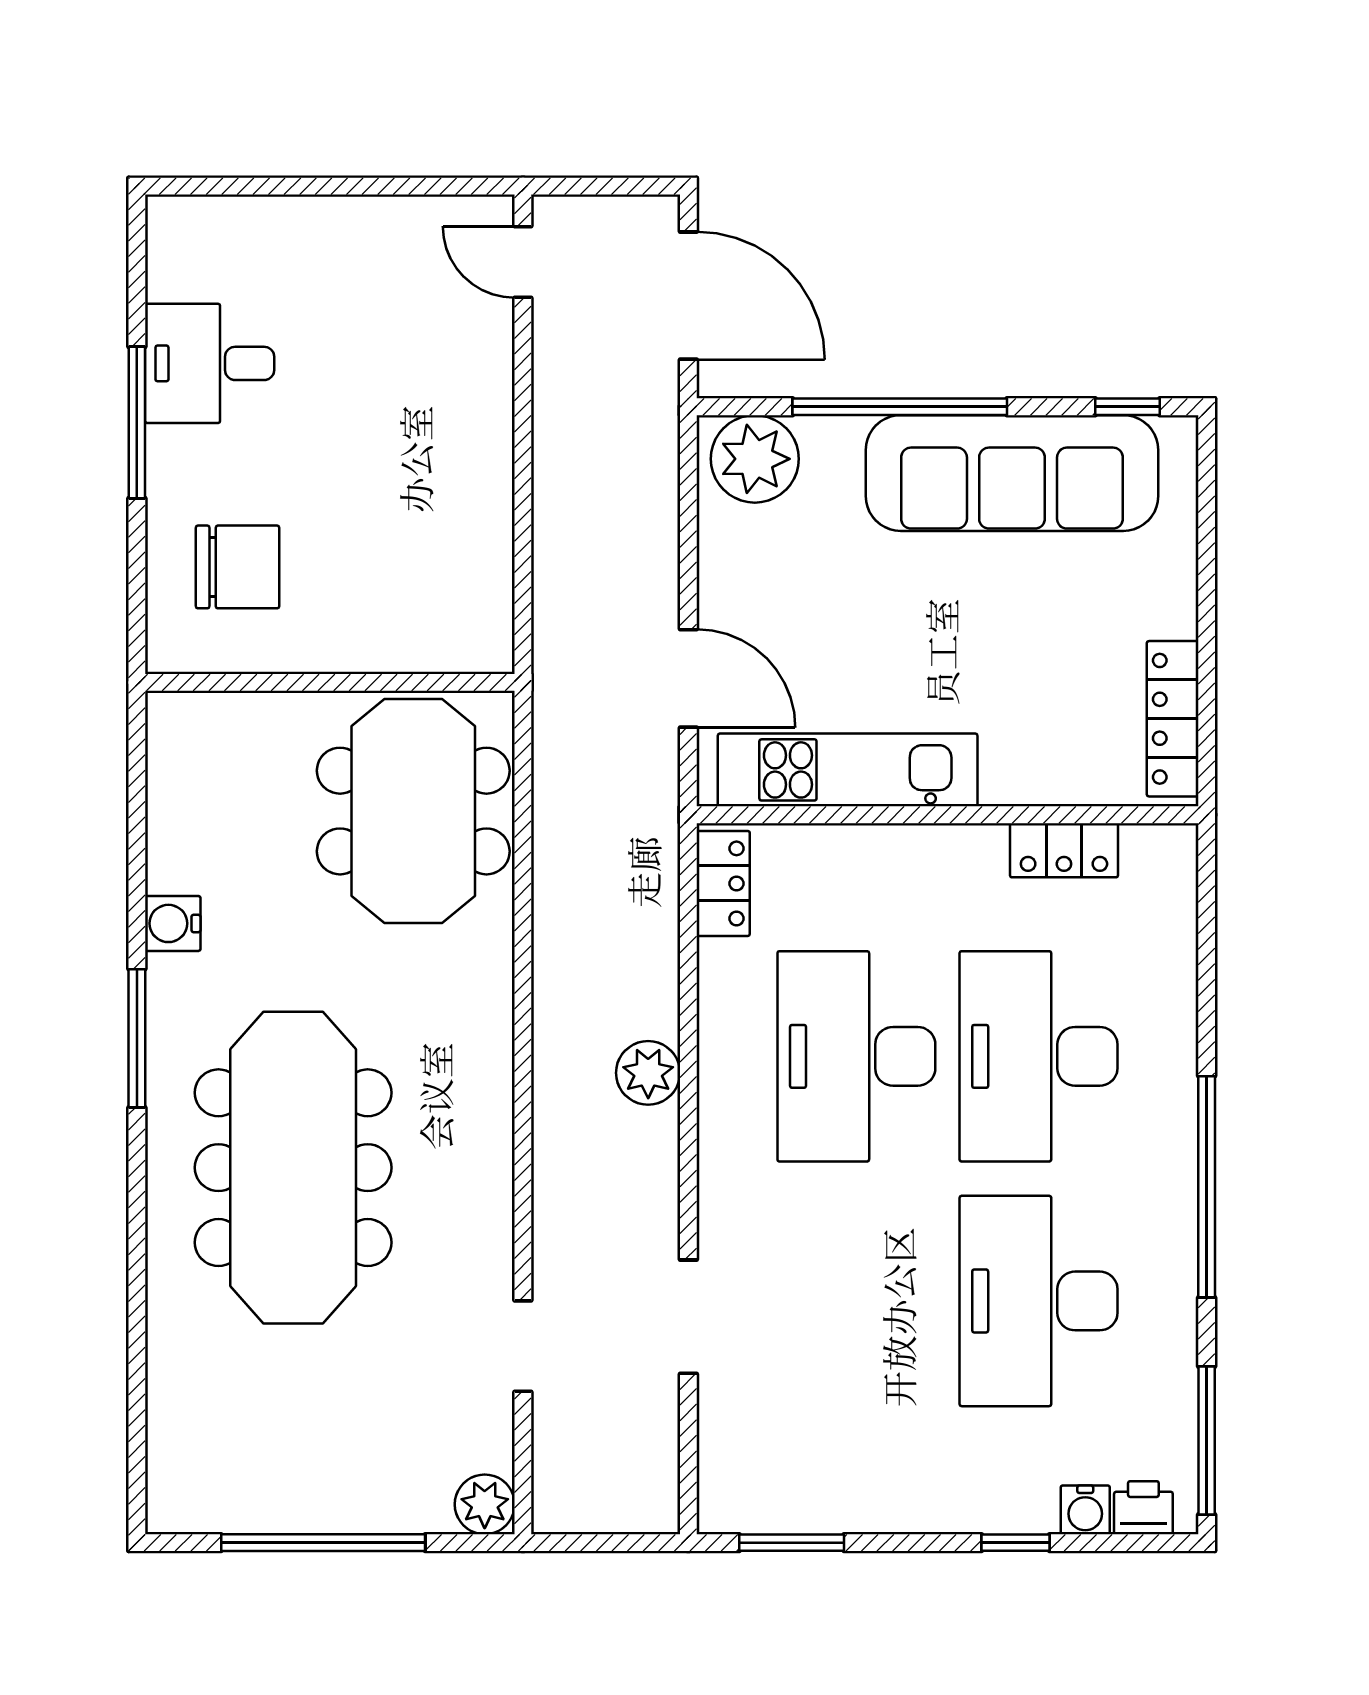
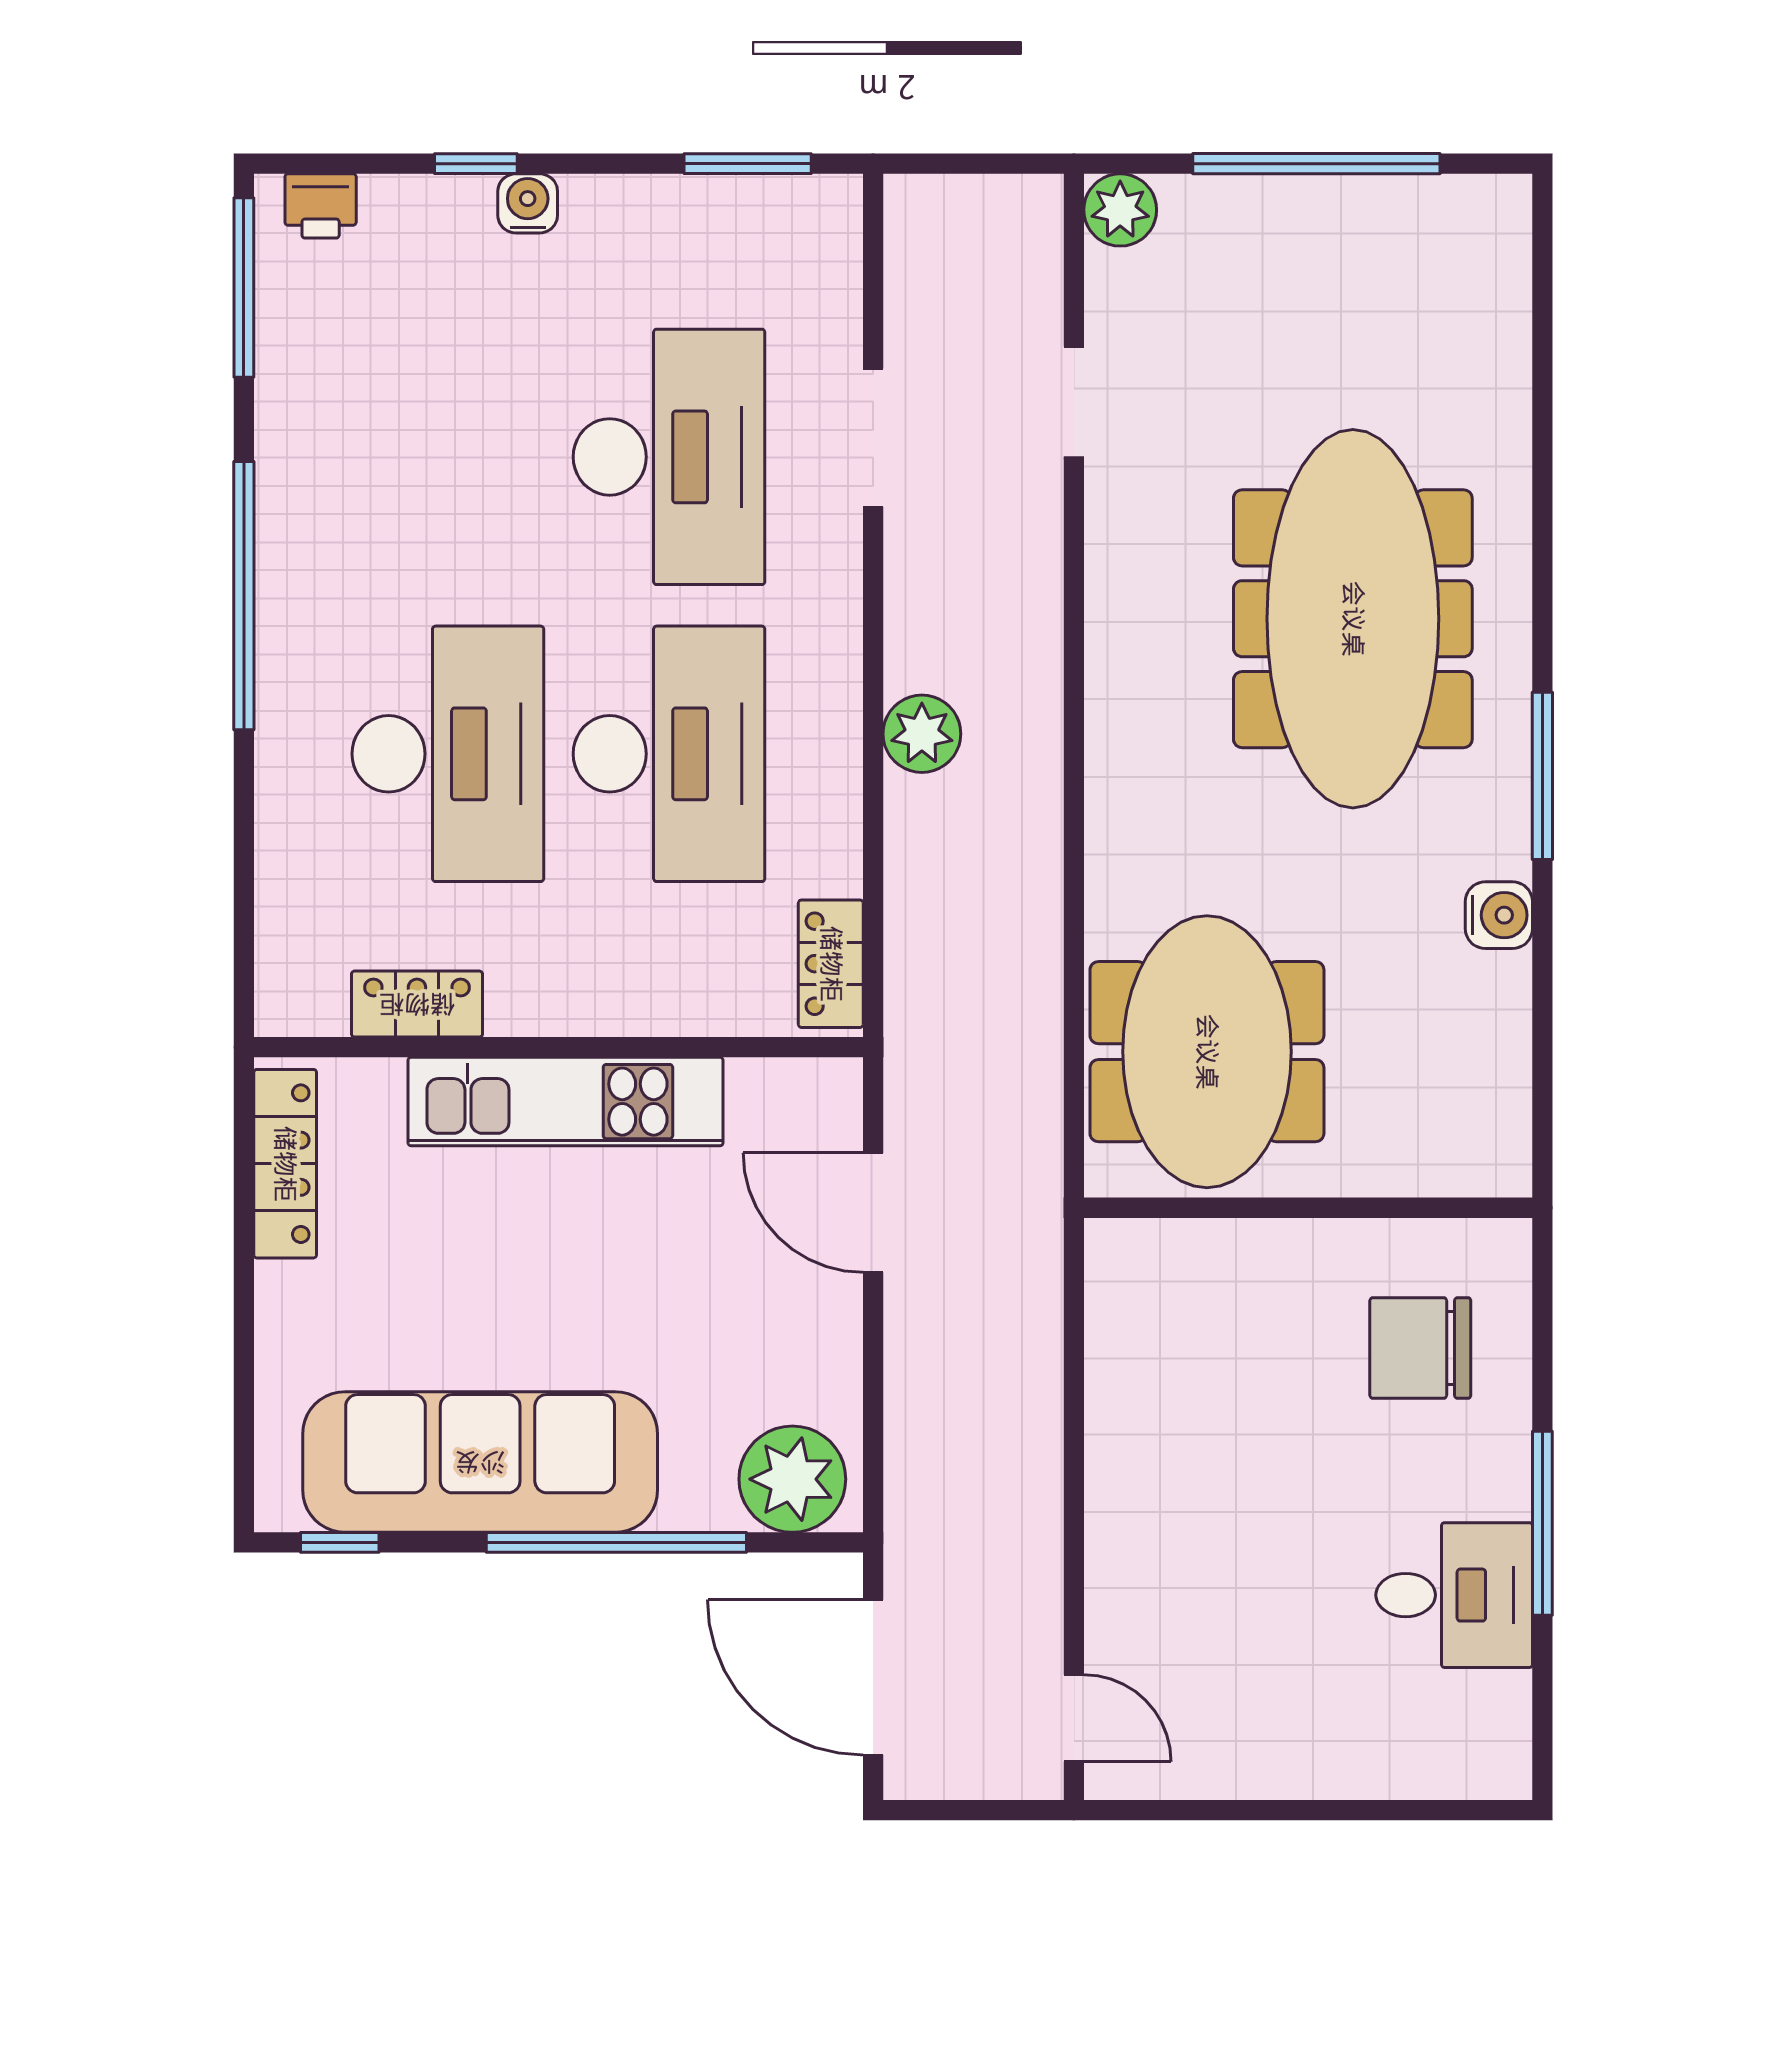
kitchen unit: (848, 770) -> (566, 1102), moved
desk: (1039, 1301) -> (669, 457), moved
water cooler: (1085, 1510) -> (528, 203), moved

